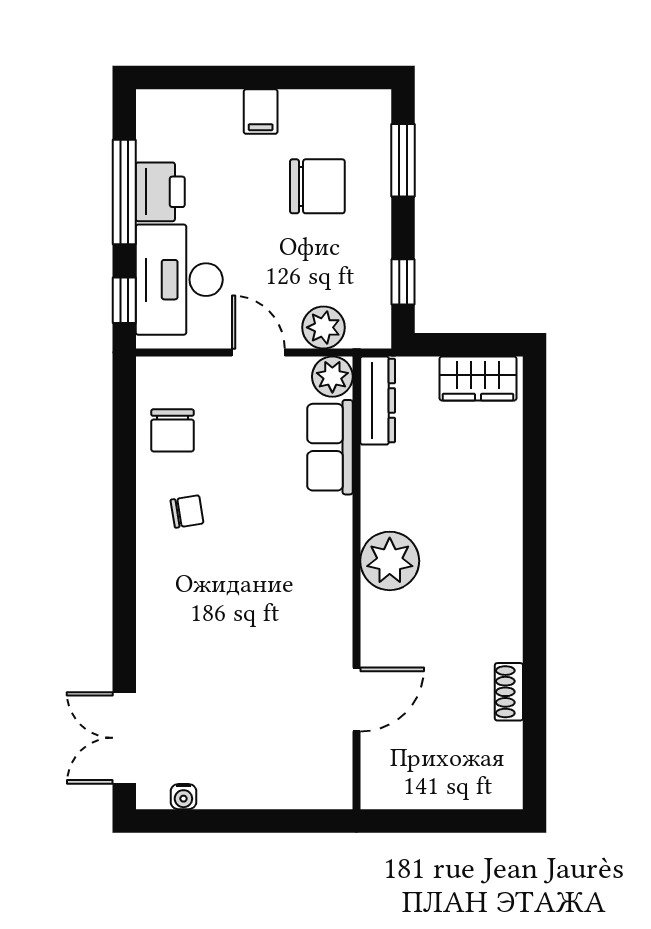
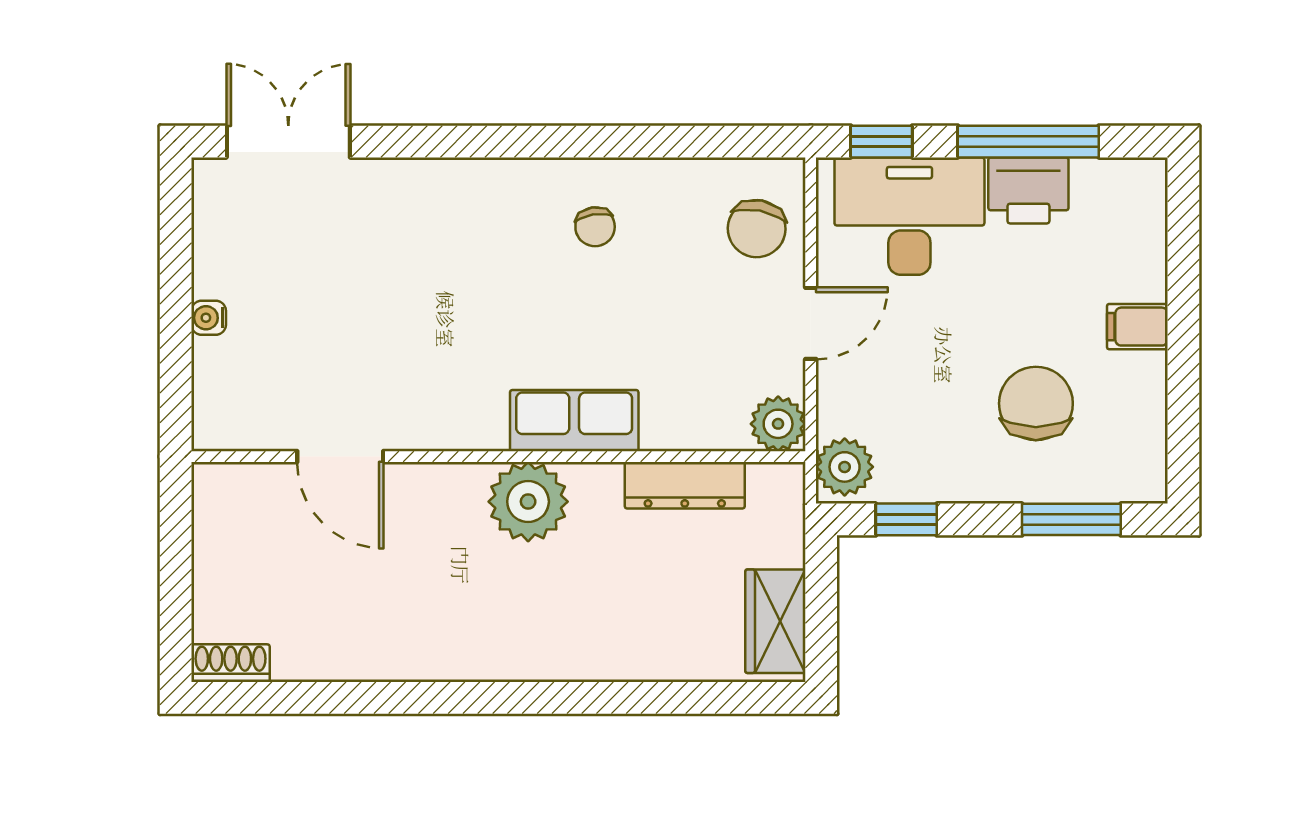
chair: (317, 186) -> (1036, 403), turned 180
plant: (323, 327) -> (845, 467), moved
dresser: (378, 400) -> (685, 485), moved
chair: (172, 430) -> (757, 229), moved, turned -79
row of seats: (330, 447) -> (574, 421), moved
shoe rack: (509, 692) -> (231, 663), moved
water cooler: (183, 797) -> (209, 318), moved

